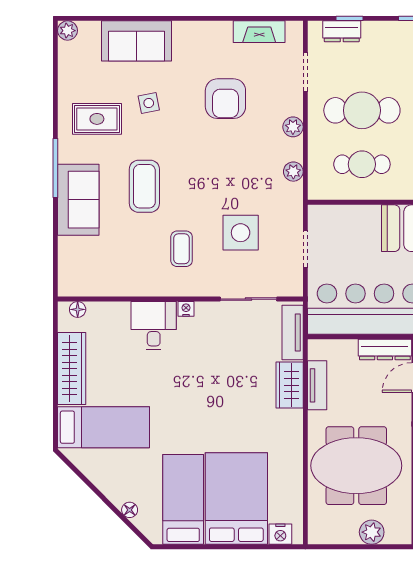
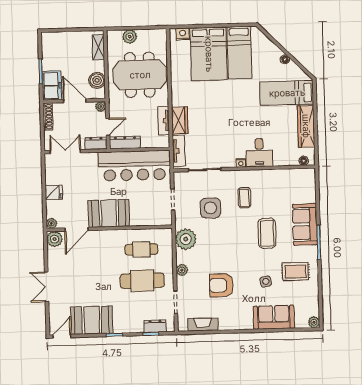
armchair: (225, 99) -> (221, 285), turned -90
plant: (293, 172) -> (186, 239), width x1.88, depth x1.88
floor lamp: (130, 510) -> (285, 59), moved

